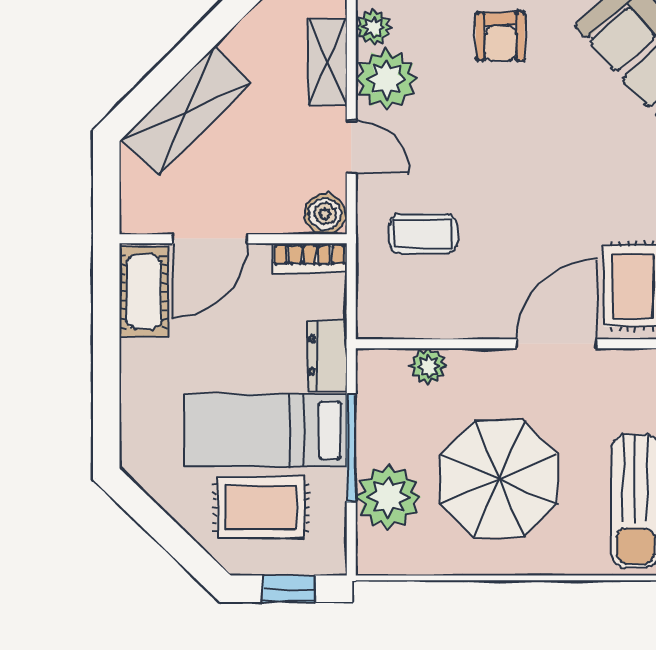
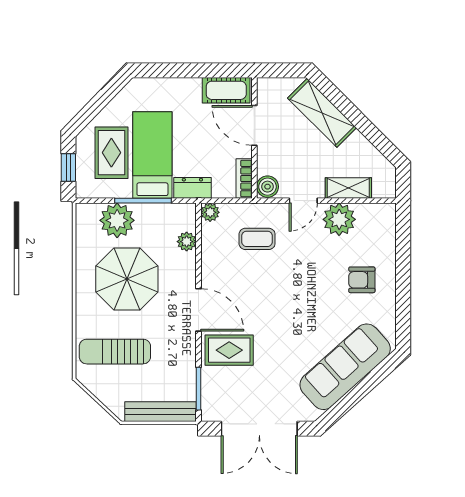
plant: (373, 27) -> (210, 212), moved
coffee table: (423, 234) -> (257, 239), turned 90

